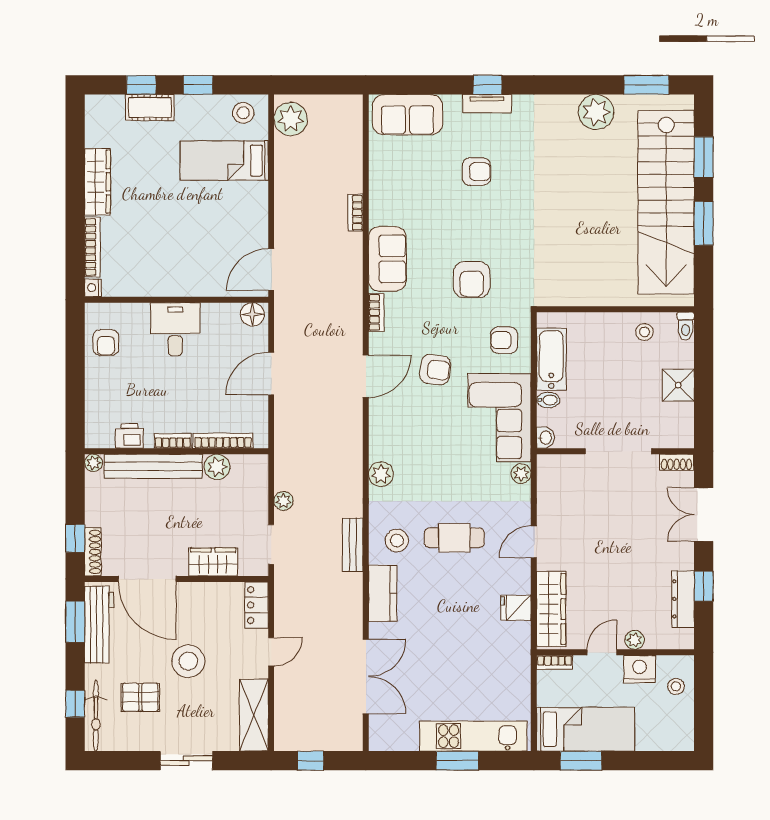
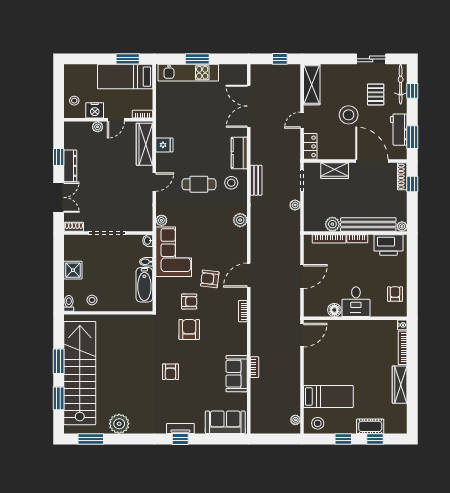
plant: (291, 119) -> (295, 420), width x0.53, depth x0.53
armchair: (476, 172) -> (170, 372), moved, turned -90
sofa: (387, 259) -> (237, 374), moved
floor lamp: (252, 314) -> (334, 310), moved
armchair: (504, 340) -> (189, 302), moved
printer: (129, 436) -> (388, 245), width x1.87, depth x1.48
dresser: (683, 599) -> (70, 166), moved
workbench: (99, 625) -> (399, 130), width x0.73
pallet: (140, 697) -> (376, 95), turned 90
sliding door: (186, 761) -> (371, 59), moved

